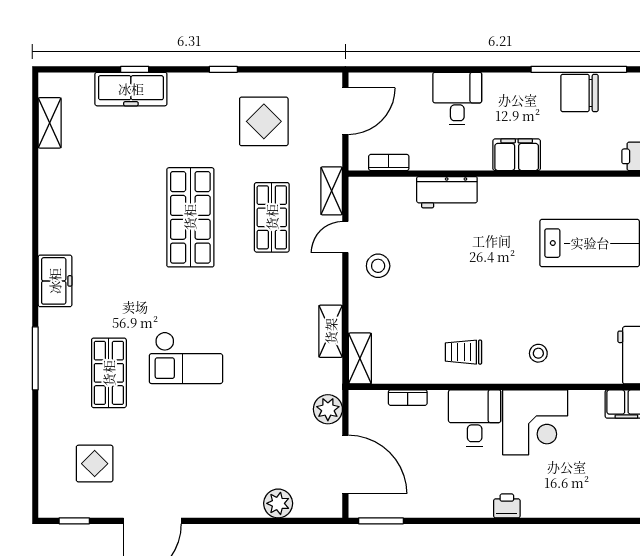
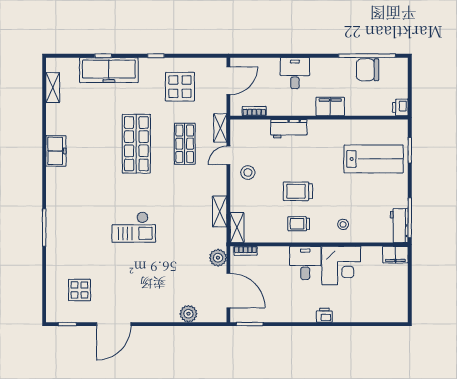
freezer: (131, 89) -> (109, 70), width x1.36, depth x1.26
freezer: (55, 281) -> (56, 151), moved
trolley: (462, 297) -> (298, 191), added
shop shelf: (109, 373) -> (88, 236), removed
bookcase: (408, 398) -> (245, 251), moved

